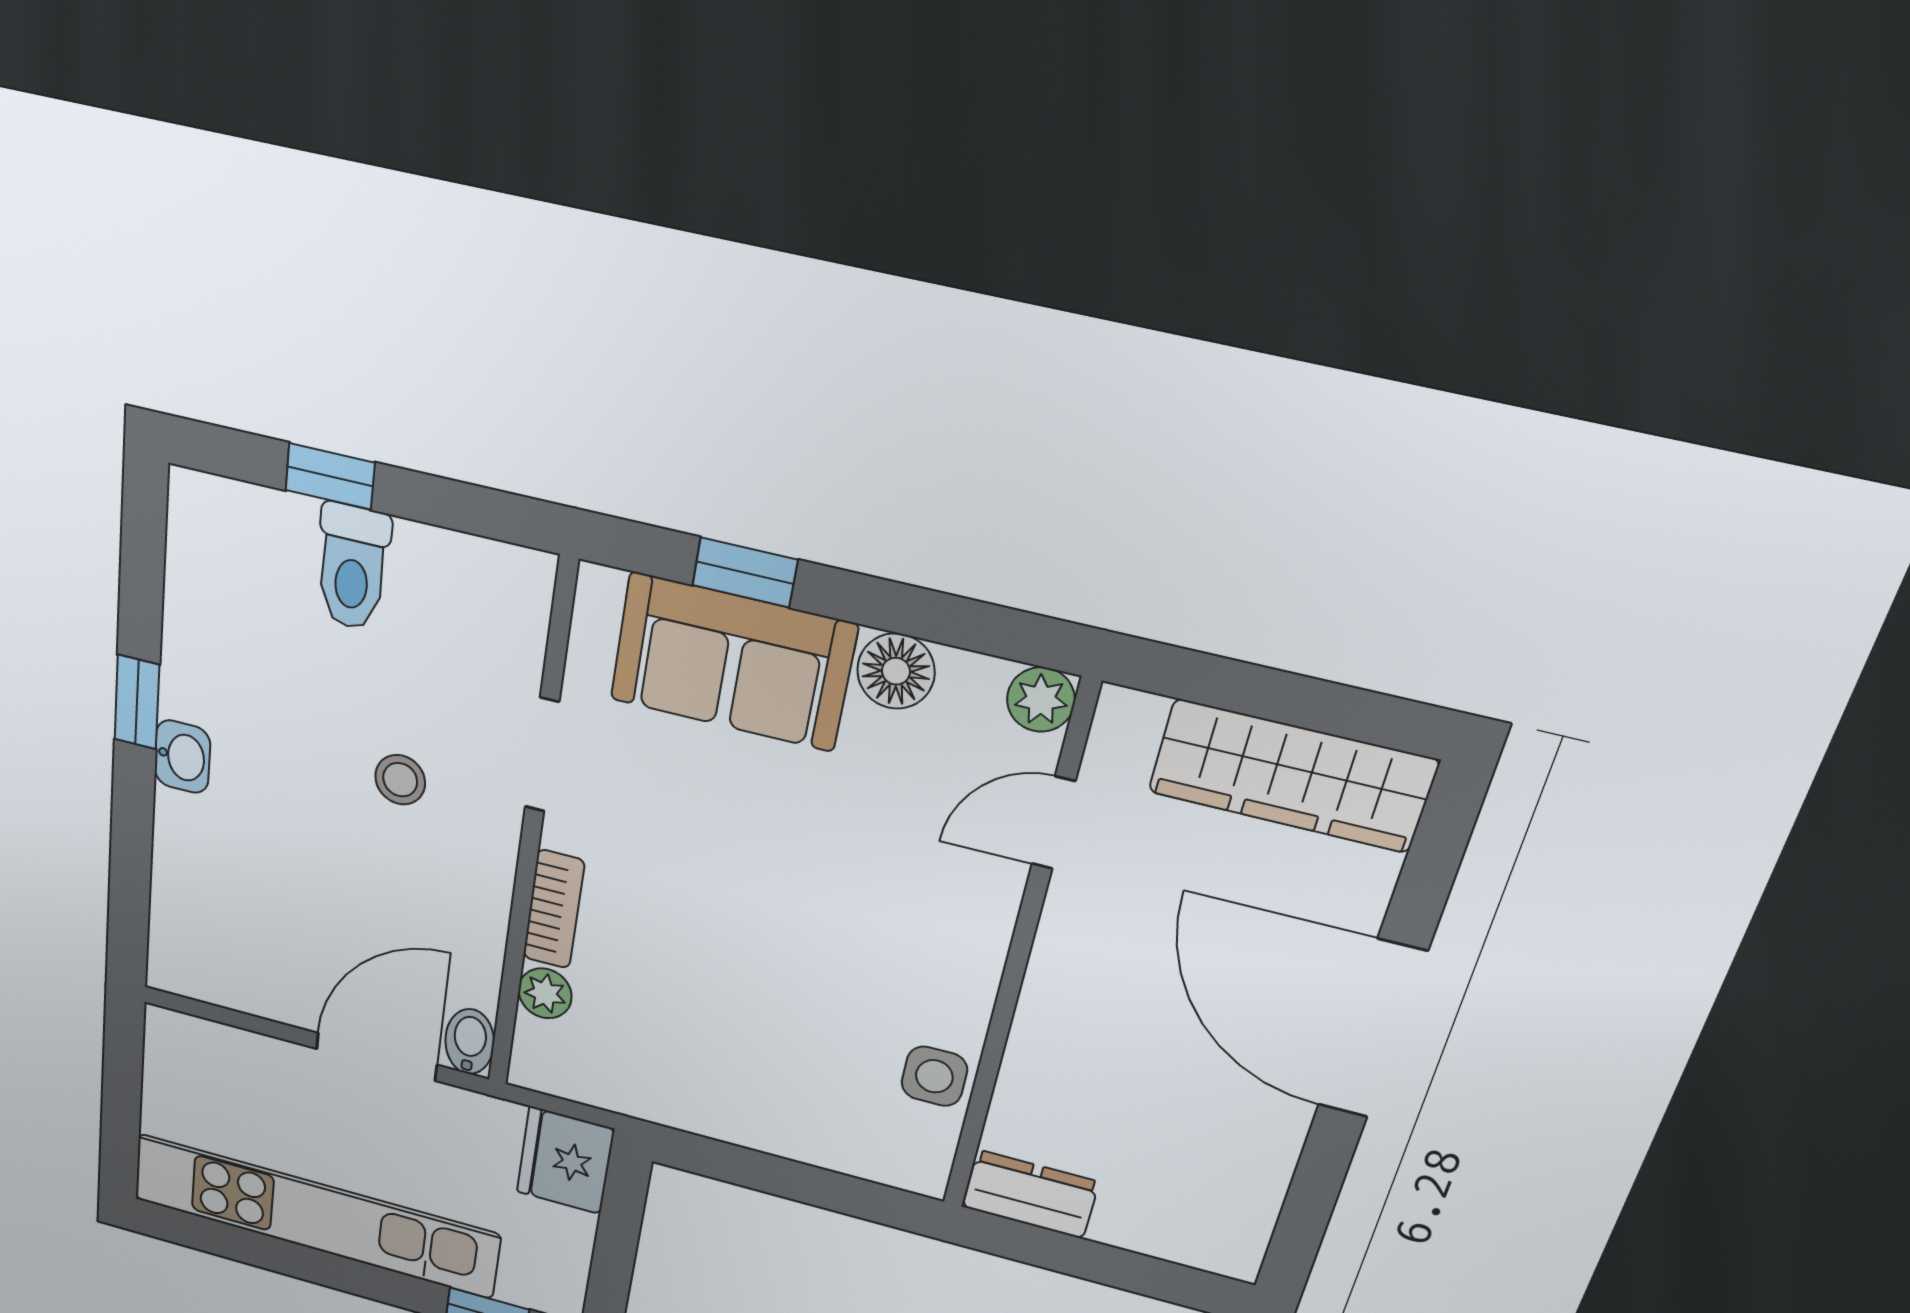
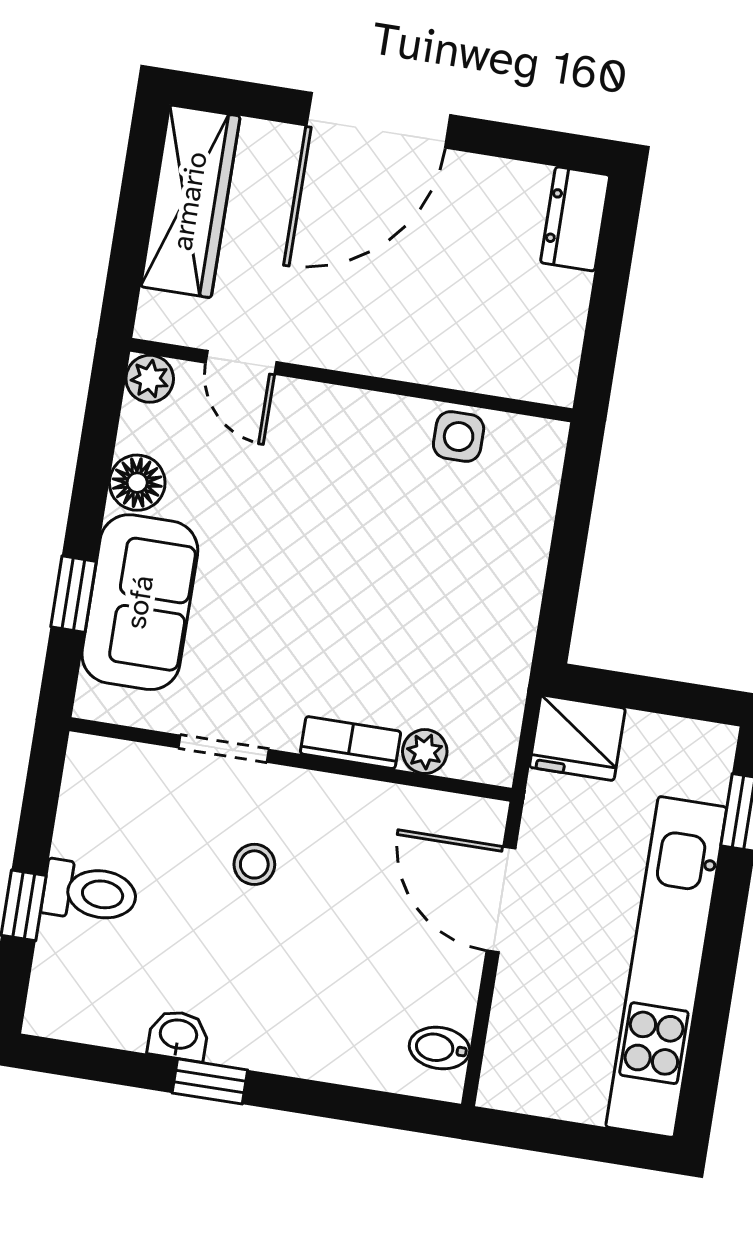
washbasin: (182, 757) -> (178, 1035), moved
bidet: (470, 1042) -> (439, 1048), moved
dresser: (1030, 1194) -> (575, 219), moved

